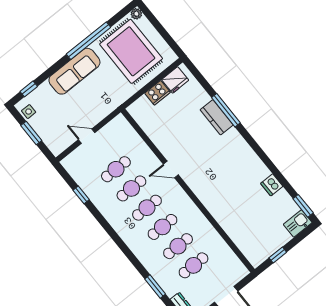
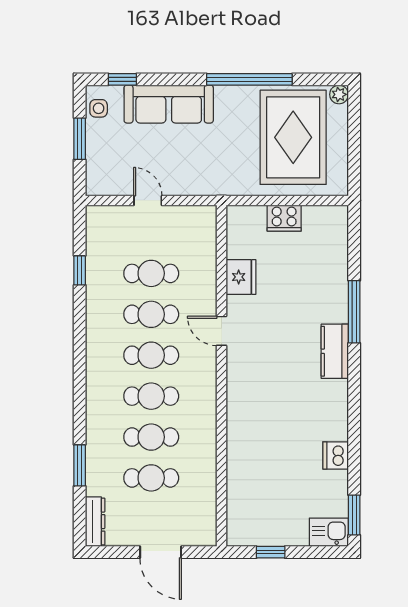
sofa: (74, 71) -> (169, 104), moved
fridge: (175, 80) -> (241, 277), moved, turned -90
kitchen counter: (217, 117) -> (335, 351), moved

